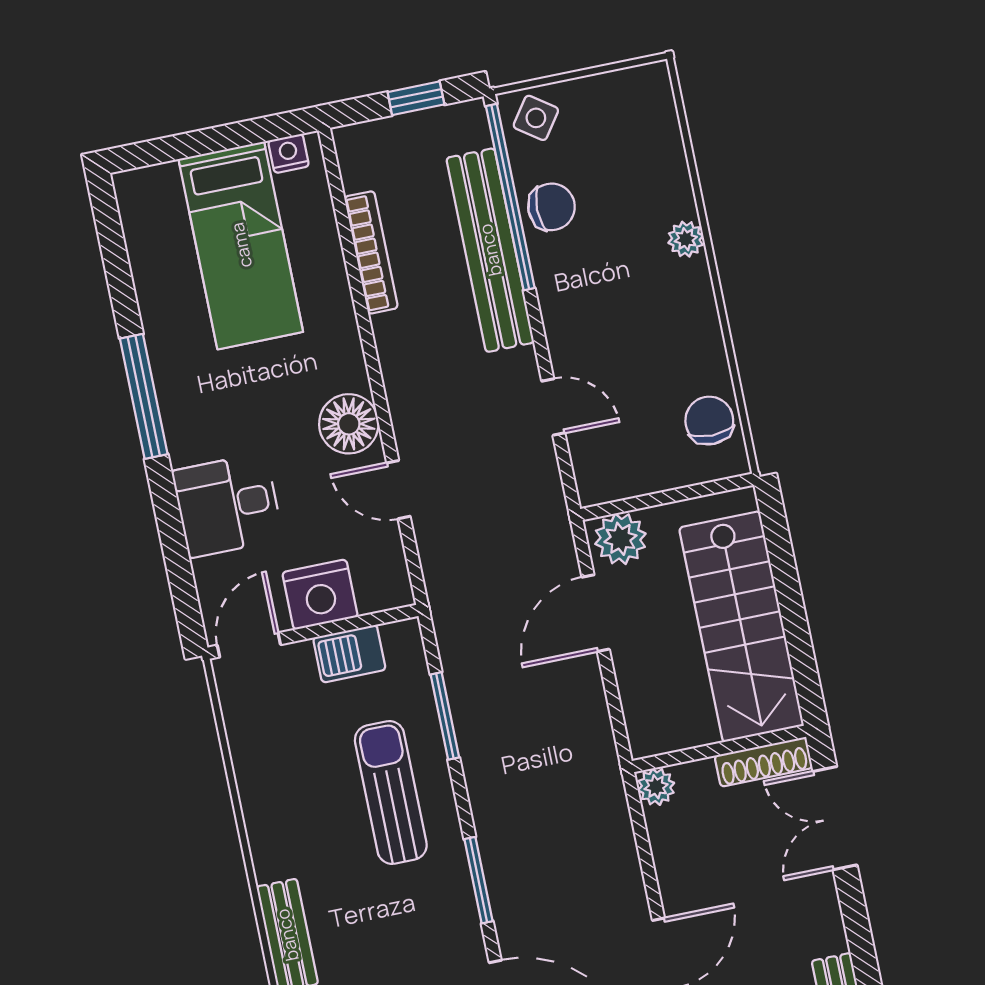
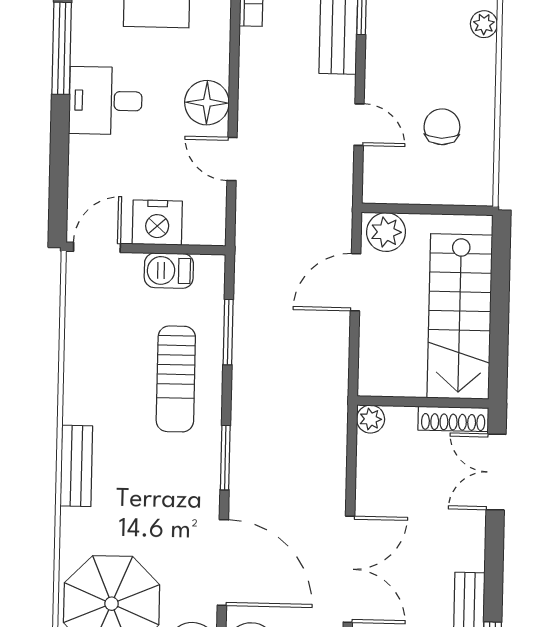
chair: (709, 421) -> (442, 127), moved
desk: (227, 505) -> (106, 101), moved
sun lounger: (391, 792) -> (176, 379), turned 180

